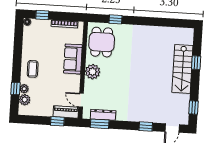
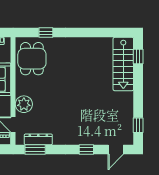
window: (196, 63) -> (138, 56), moved
stairs: (182, 69) -> (123, 64), moved
plant: (93, 72) -> (24, 104), moved

